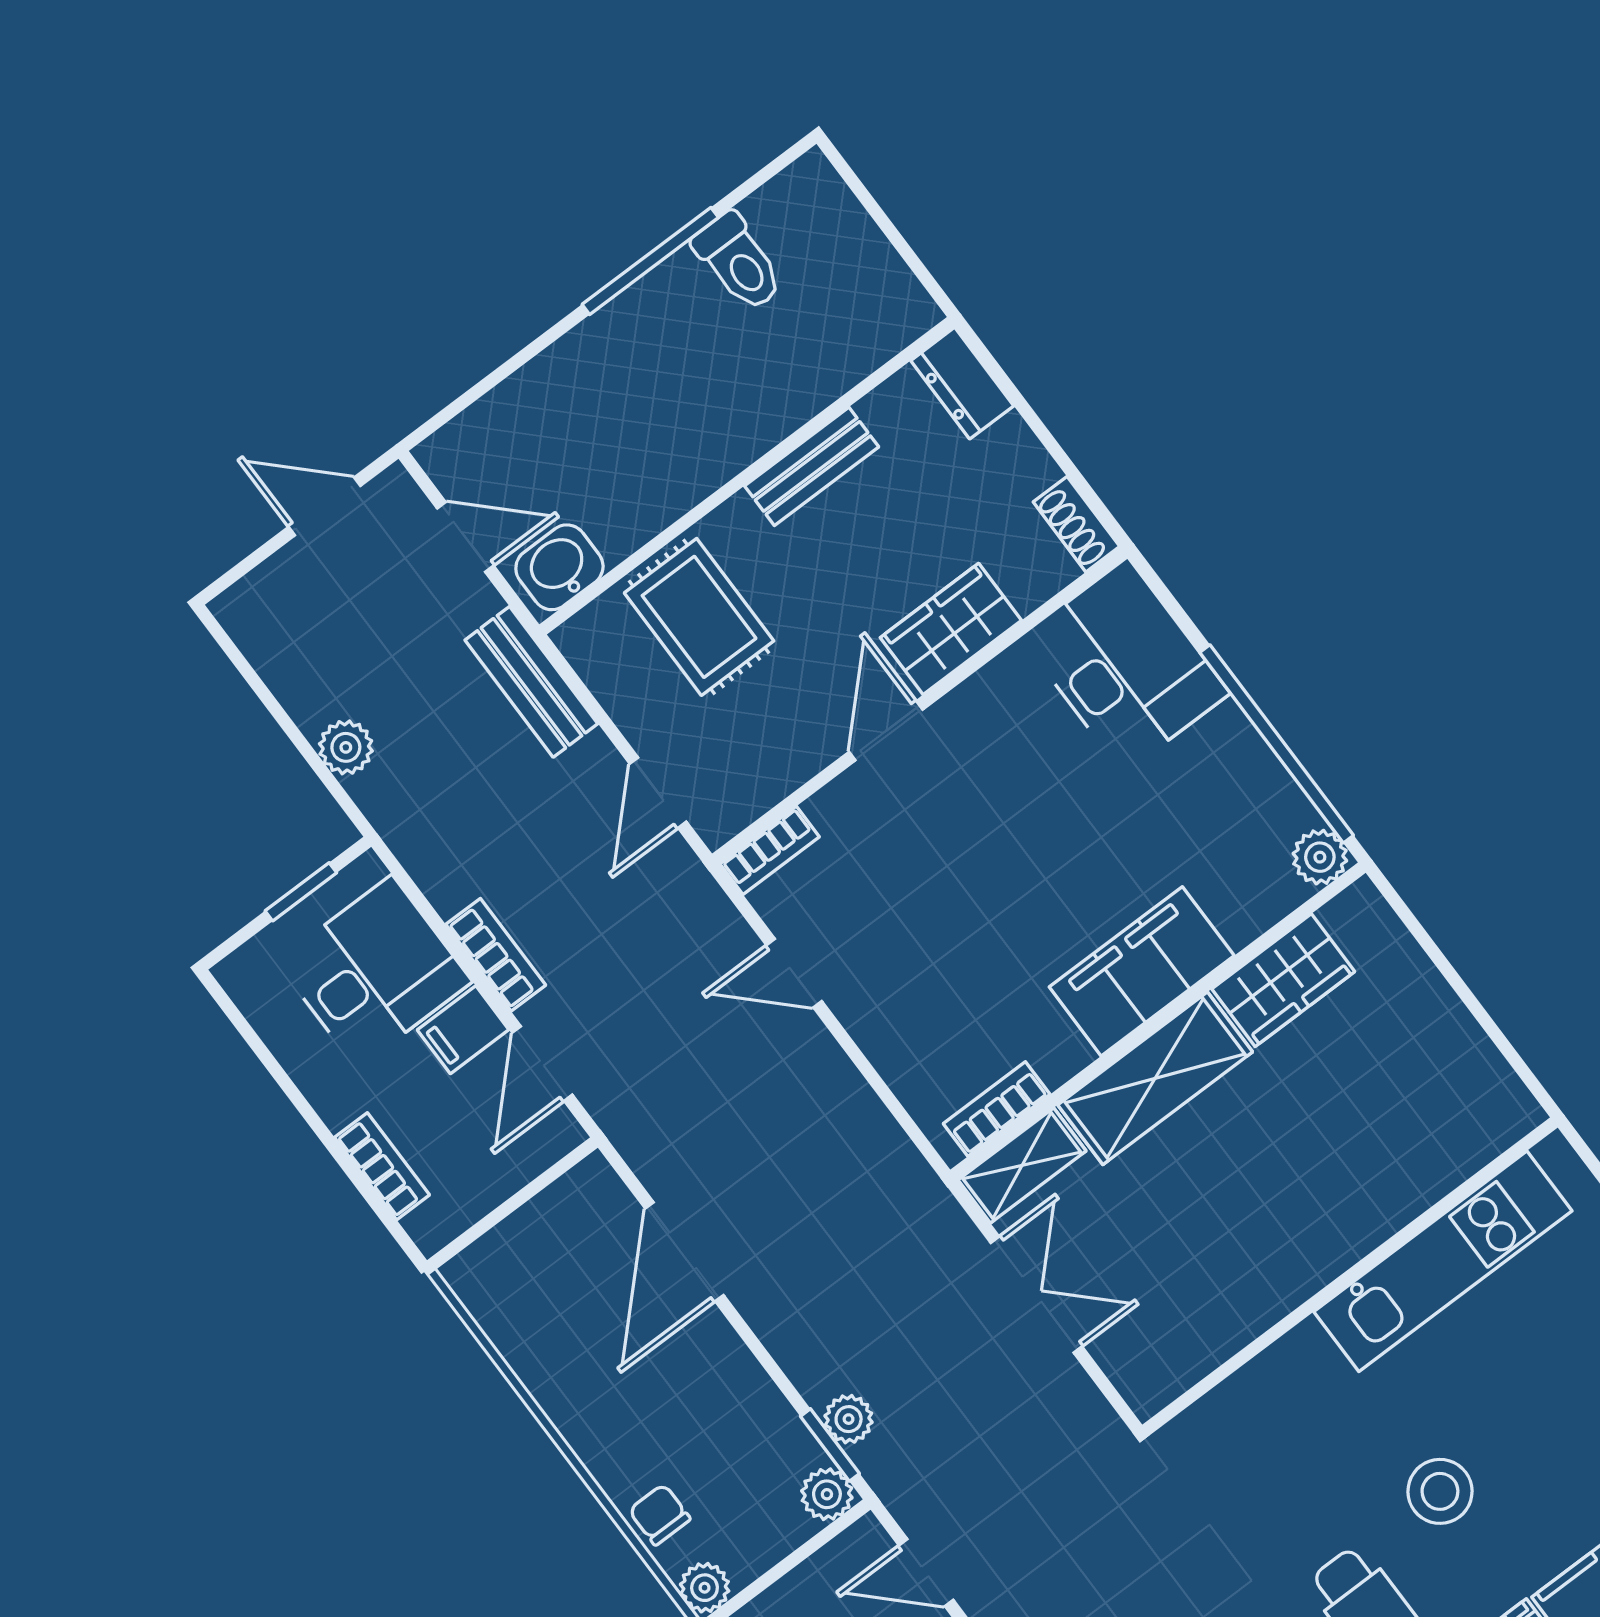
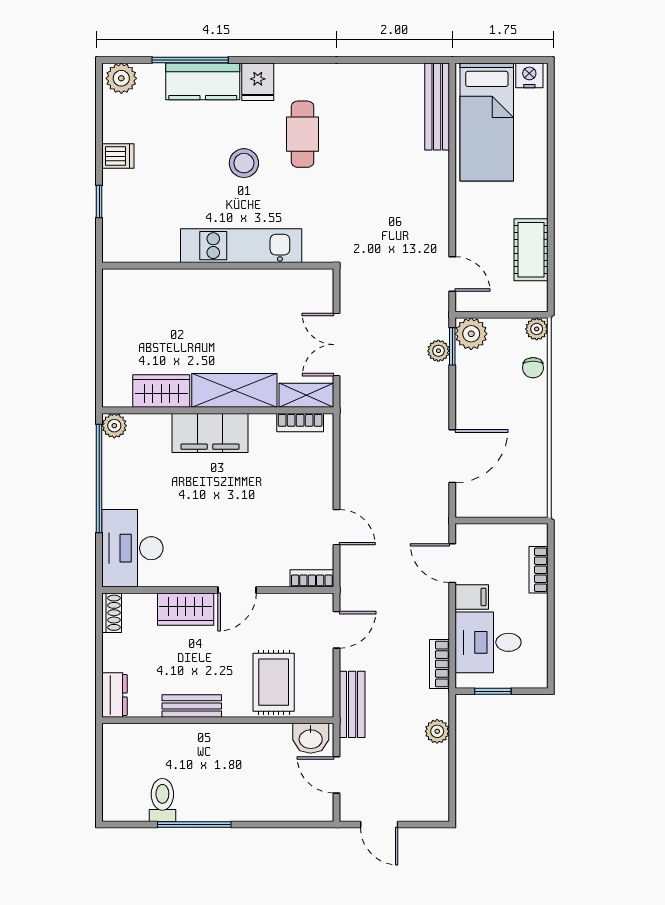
bookcase: (496, 955) -> (440, 664), moved
door: (542, 1064) -> (452, 563), swing flipped
kitchen unit: (1443, 1261) -> (241, 246), moved
plant: (827, 1494) -> (471, 334), width x1.38, depth x1.38

